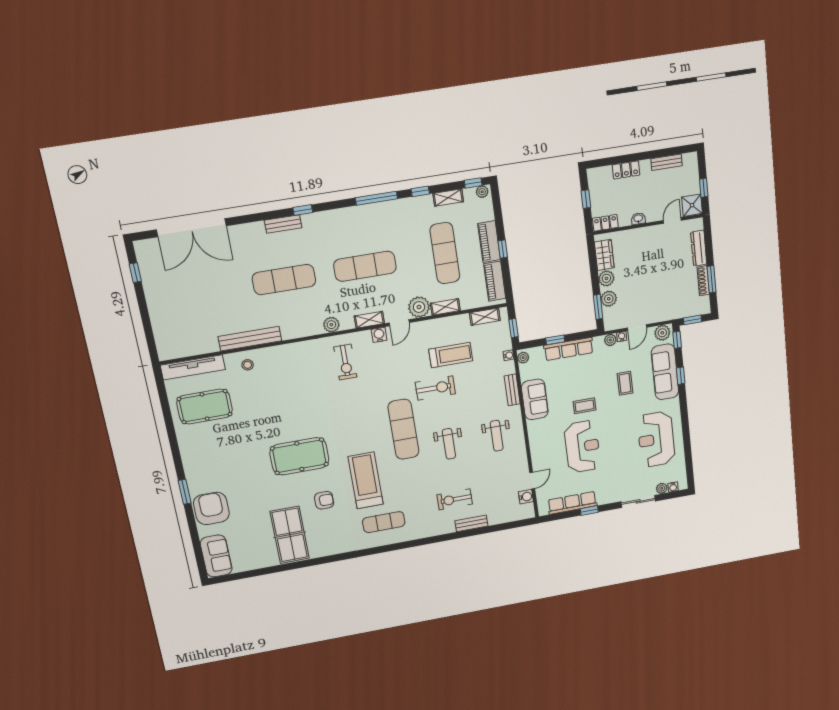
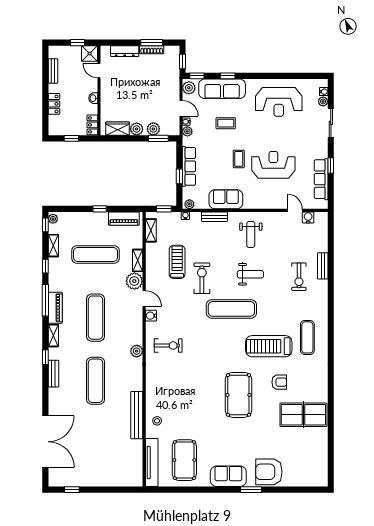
piano: (489, 242) -> (55, 308), moved, turned -90
shelving: (369, 320) -> (53, 336), moved
weight bench: (497, 436) -> (251, 234), turned 90
armchair: (324, 500) -> (279, 382), turned 90
sofa: (216, 556) -> (228, 476), moved

